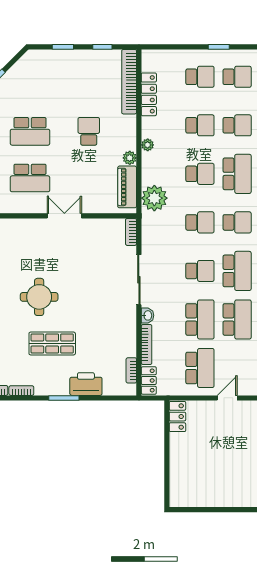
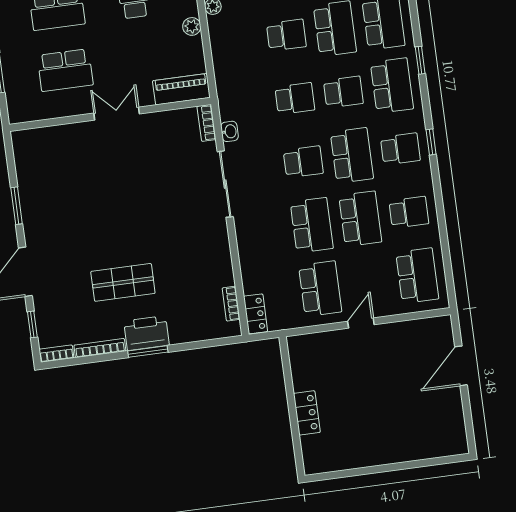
piano: (127, 187) -> (181, 89), moved, turned 90
plant: (154, 198) -> (231, 75), removed
round table: (39, 297) -> (98, 224), removed
washbasin: (147, 315) -> (229, 131), moved
bookcase: (147, 344) -> (246, 267), removed
printer: (86, 384) -> (146, 333), moved
bookcase: (21, 391) -> (100, 348), width x1.56
locker: (177, 417) -> (307, 413), moved

